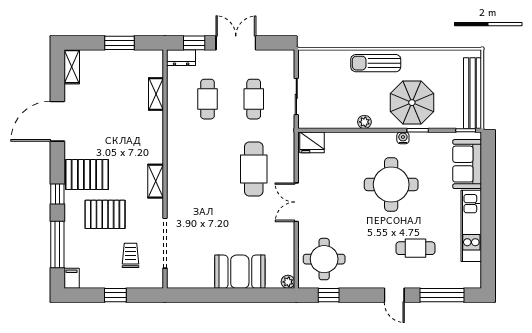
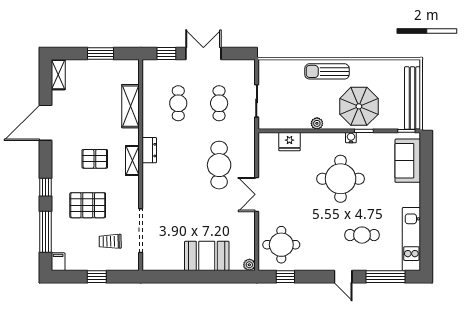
dresser: (181, 58) -> (149, 150), moved, turned -90
shelving: (156, 94) -> (130, 106), width x1.50, depth x1.33
fridge: (312, 142) -> (289, 142), moved
pallet: (87, 175) -> (95, 159), moved, width x0.67, depth x0.71
shelving: (156, 181) -> (132, 161), moved
kitchen unit: (471, 226) -> (411, 239), moved
trolley: (130, 255) -> (110, 241), turned -91

